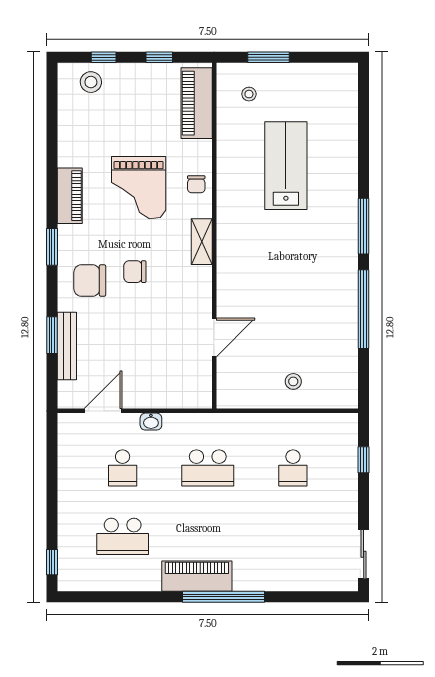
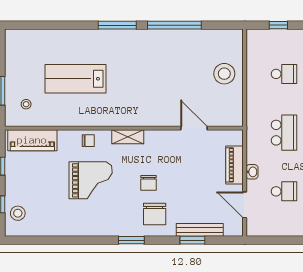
piano: (70, 196) -> (234, 165), moved, turned -90
stool: (293, 381) -> (224, 74), width x1.89, depth x1.89

